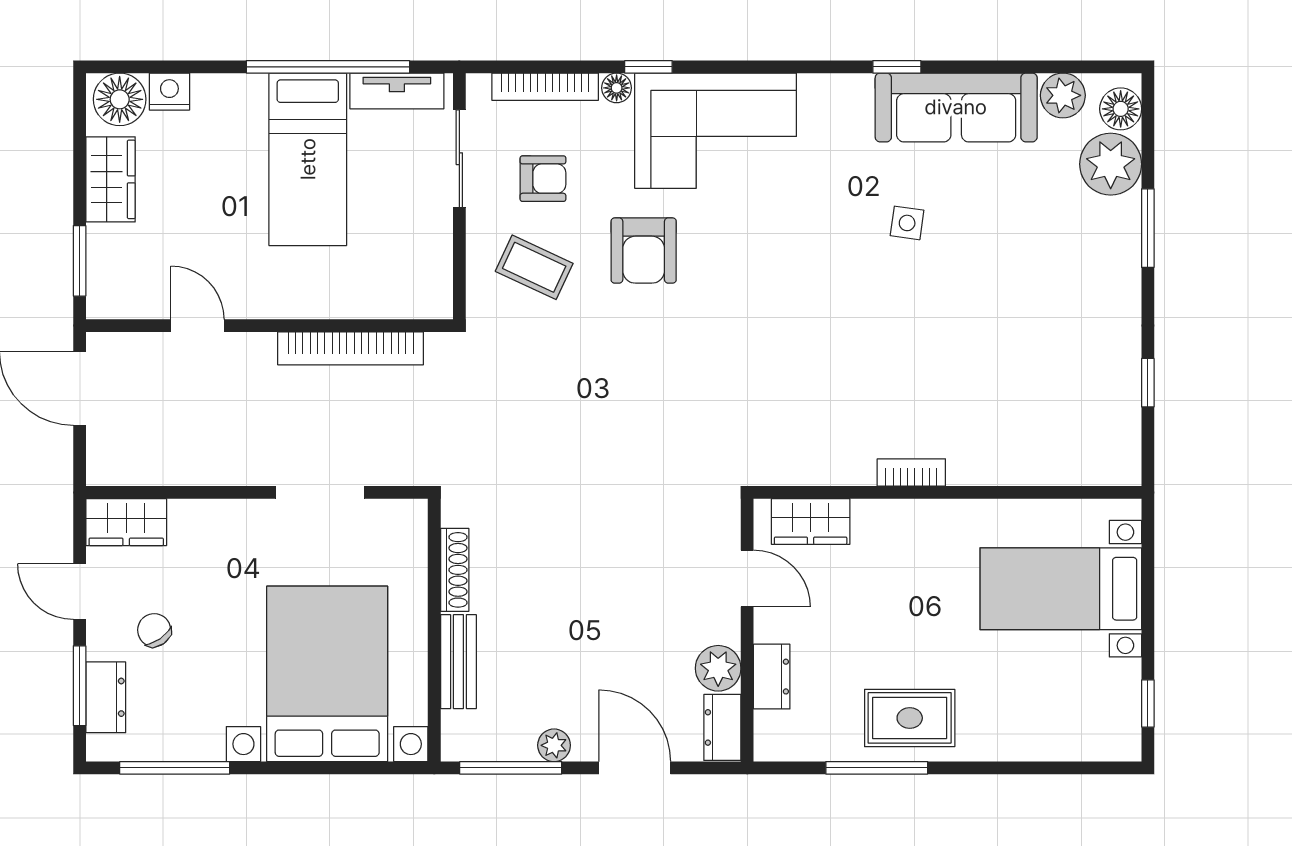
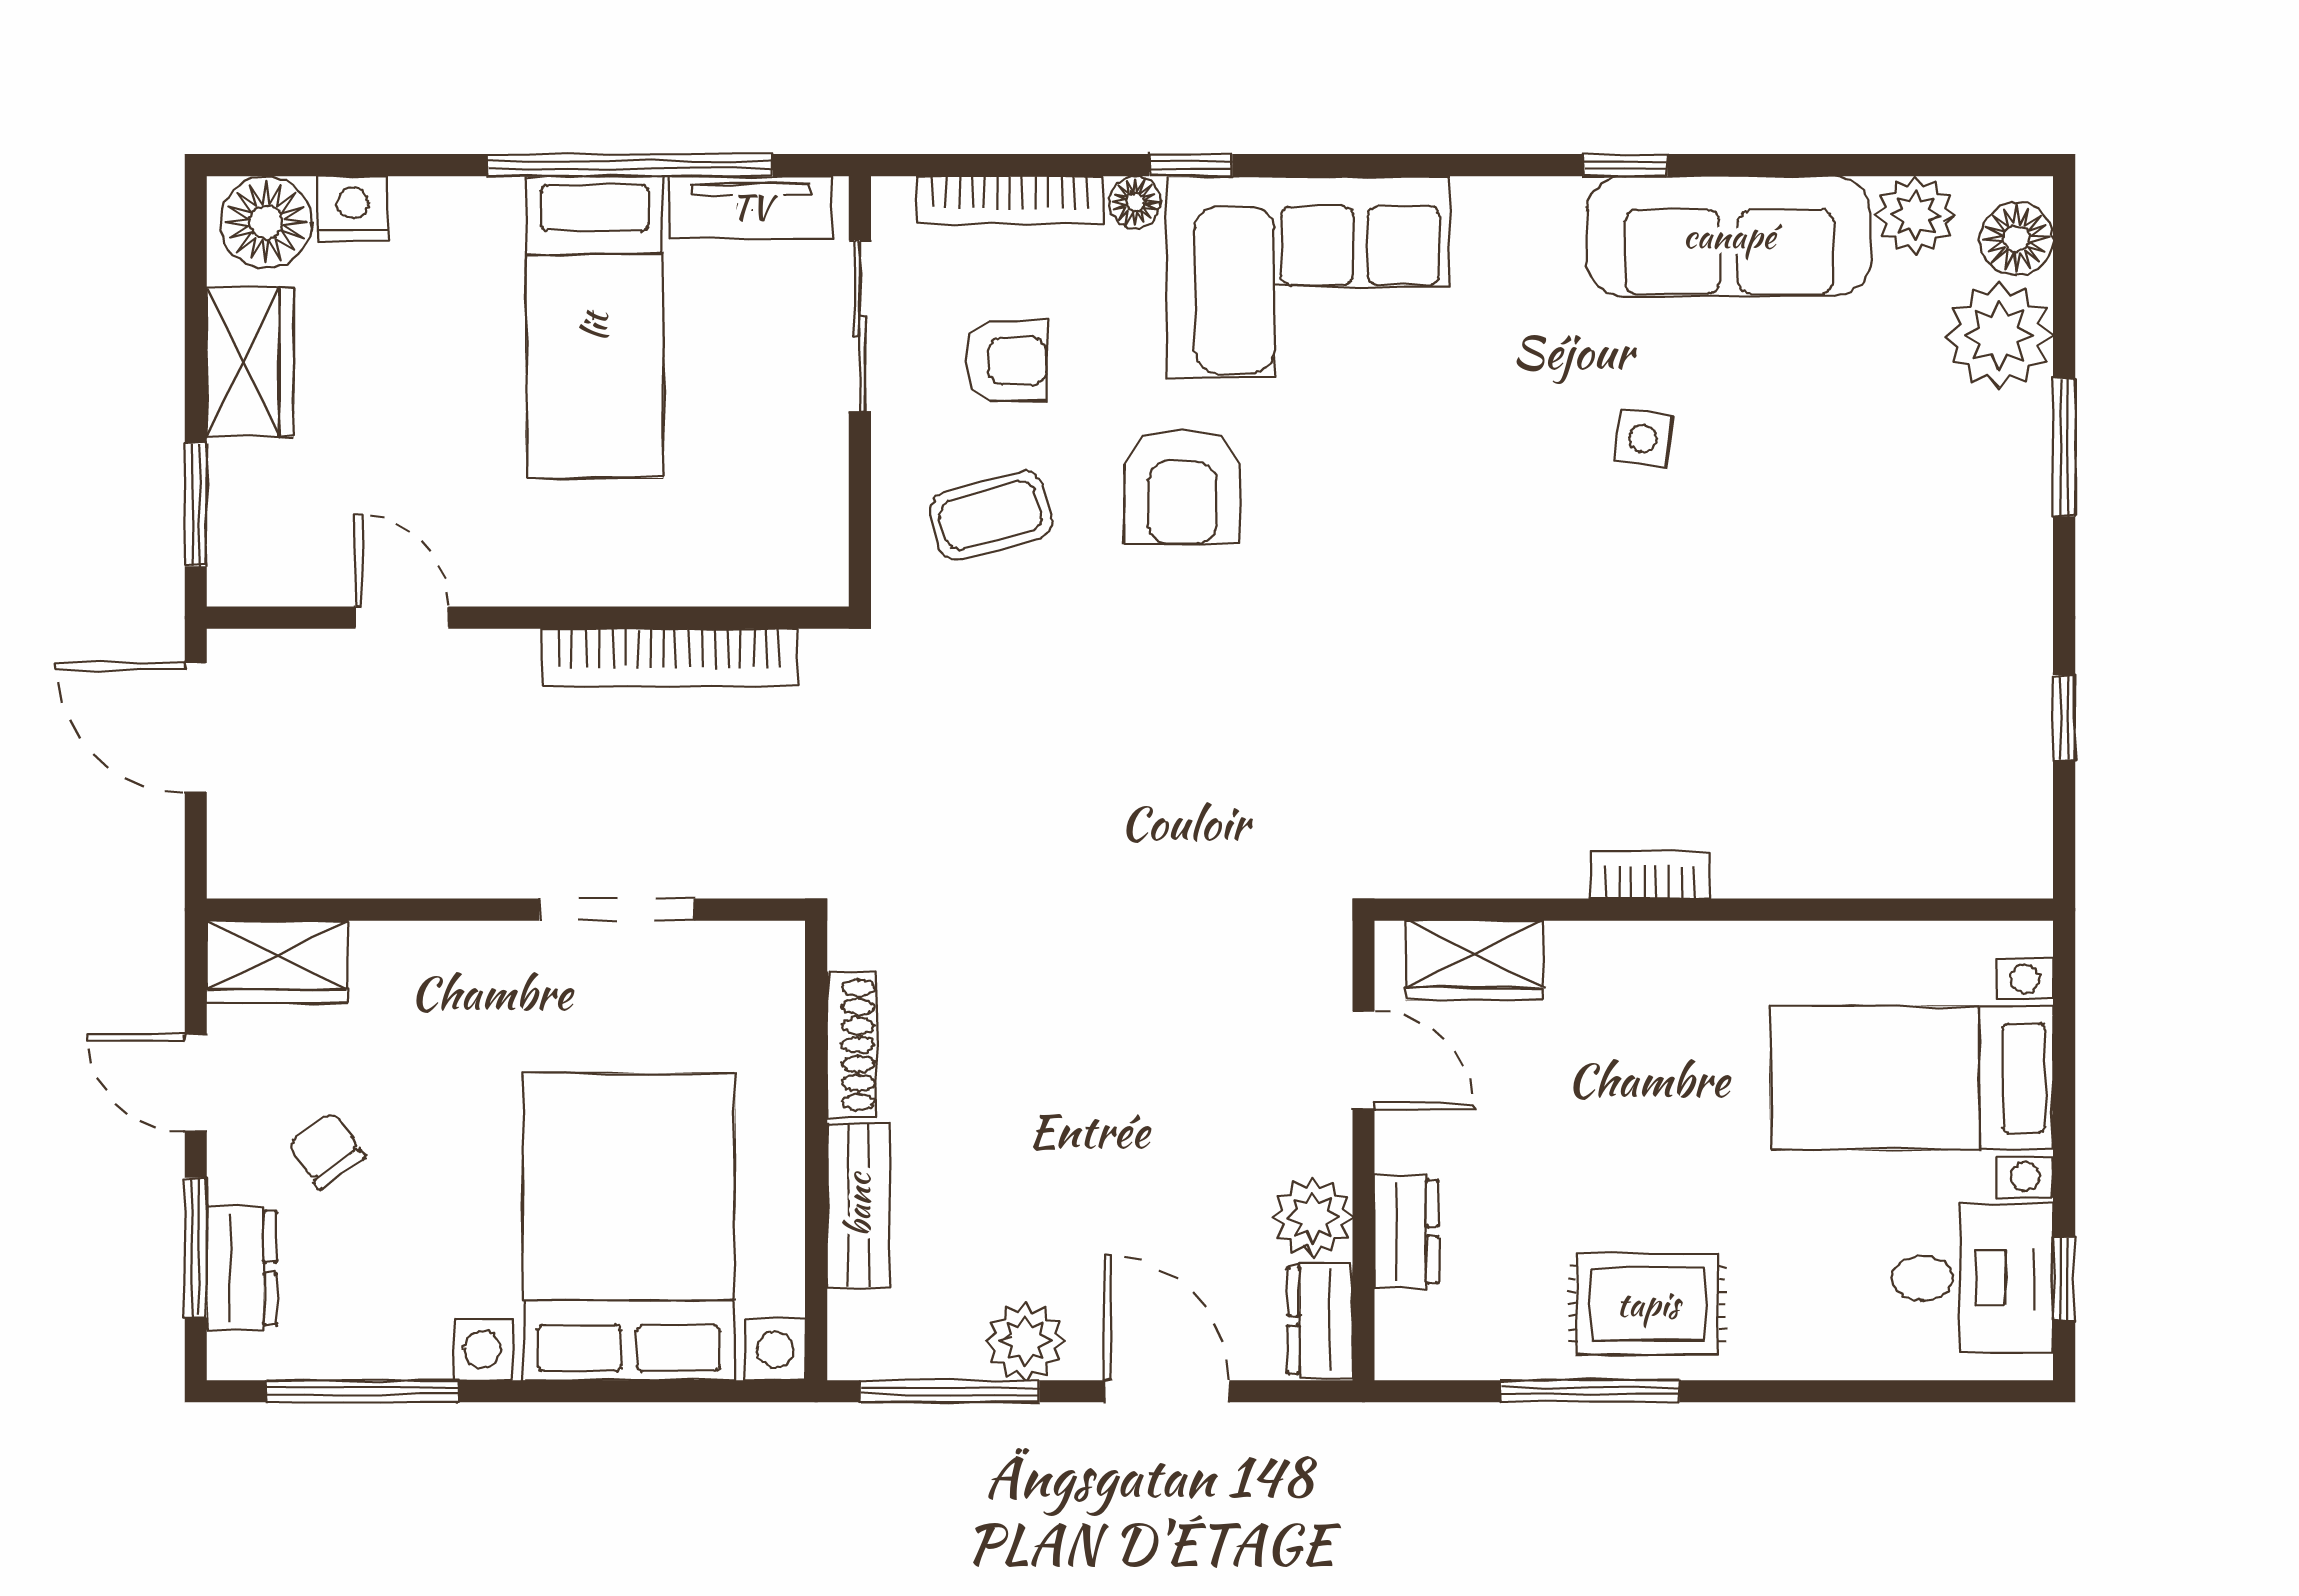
coffee table: (534, 267) -> (991, 516), turned -40
desk: (1095, 703) -> (1973, 1278), added
plant: (554, 745) -> (1026, 1341), width x1.38, depth x1.38

